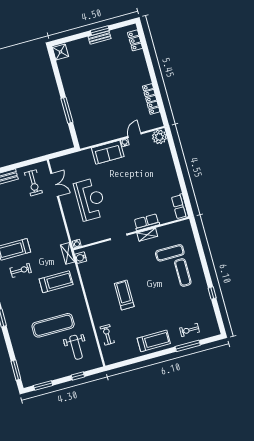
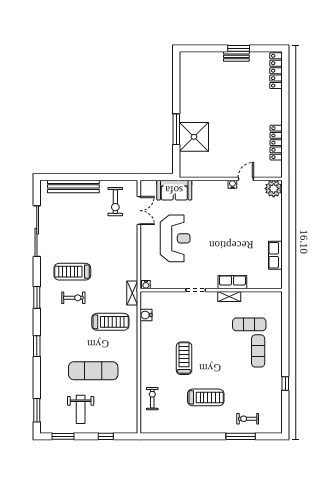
locker: (135, 40) -> (276, 71), width x1.53
shower: (60, 52) -> (194, 137), moved, width x1.86, depth x1.86
sofa: (108, 152) -> (174, 190), moved
row of seats: (180, 207) -> (275, 255), moved
water cooler: (81, 258) -> (146, 315), moved
treadmill: (154, 341) -> (206, 397), moved
weight bench: (76, 347) -> (81, 409), moved

